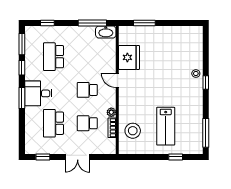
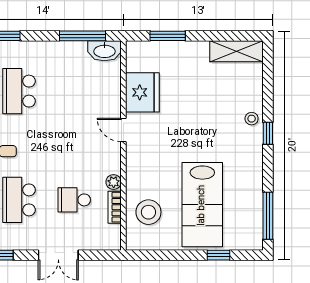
shelving: (187, 32) -> (237, 51), added
school desk: (87, 90) -> (74, 145), removed
lab bench: (166, 126) -> (202, 205), width x1.36, depth x1.39

